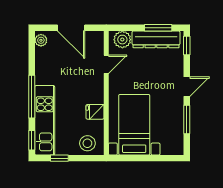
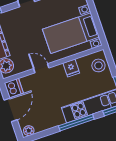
dishwasher: (94, 40) -> (14, 88), added
door: (106, 64) -> (41, 68), moved

